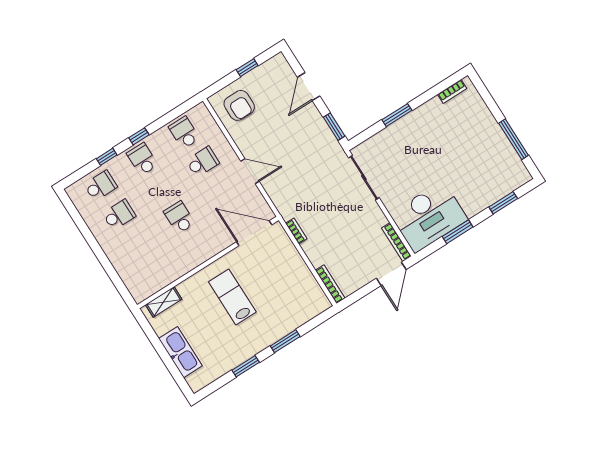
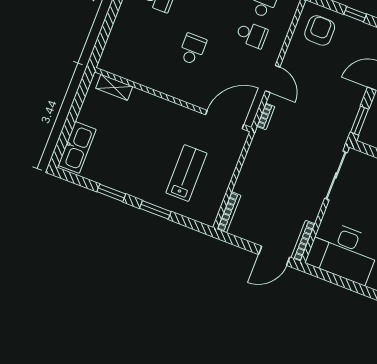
armchair: (239, 105) -> (320, 30), turned 180
bookcase: (296, 231) -> (266, 116), moved
window: (458, 232) -> (348, 284), removed
door: (254, 233) -> (225, 120), hinge flipped
lab bench: (232, 297) -> (186, 173), moved
kitchen sink: (180, 352) -> (77, 147), moved

